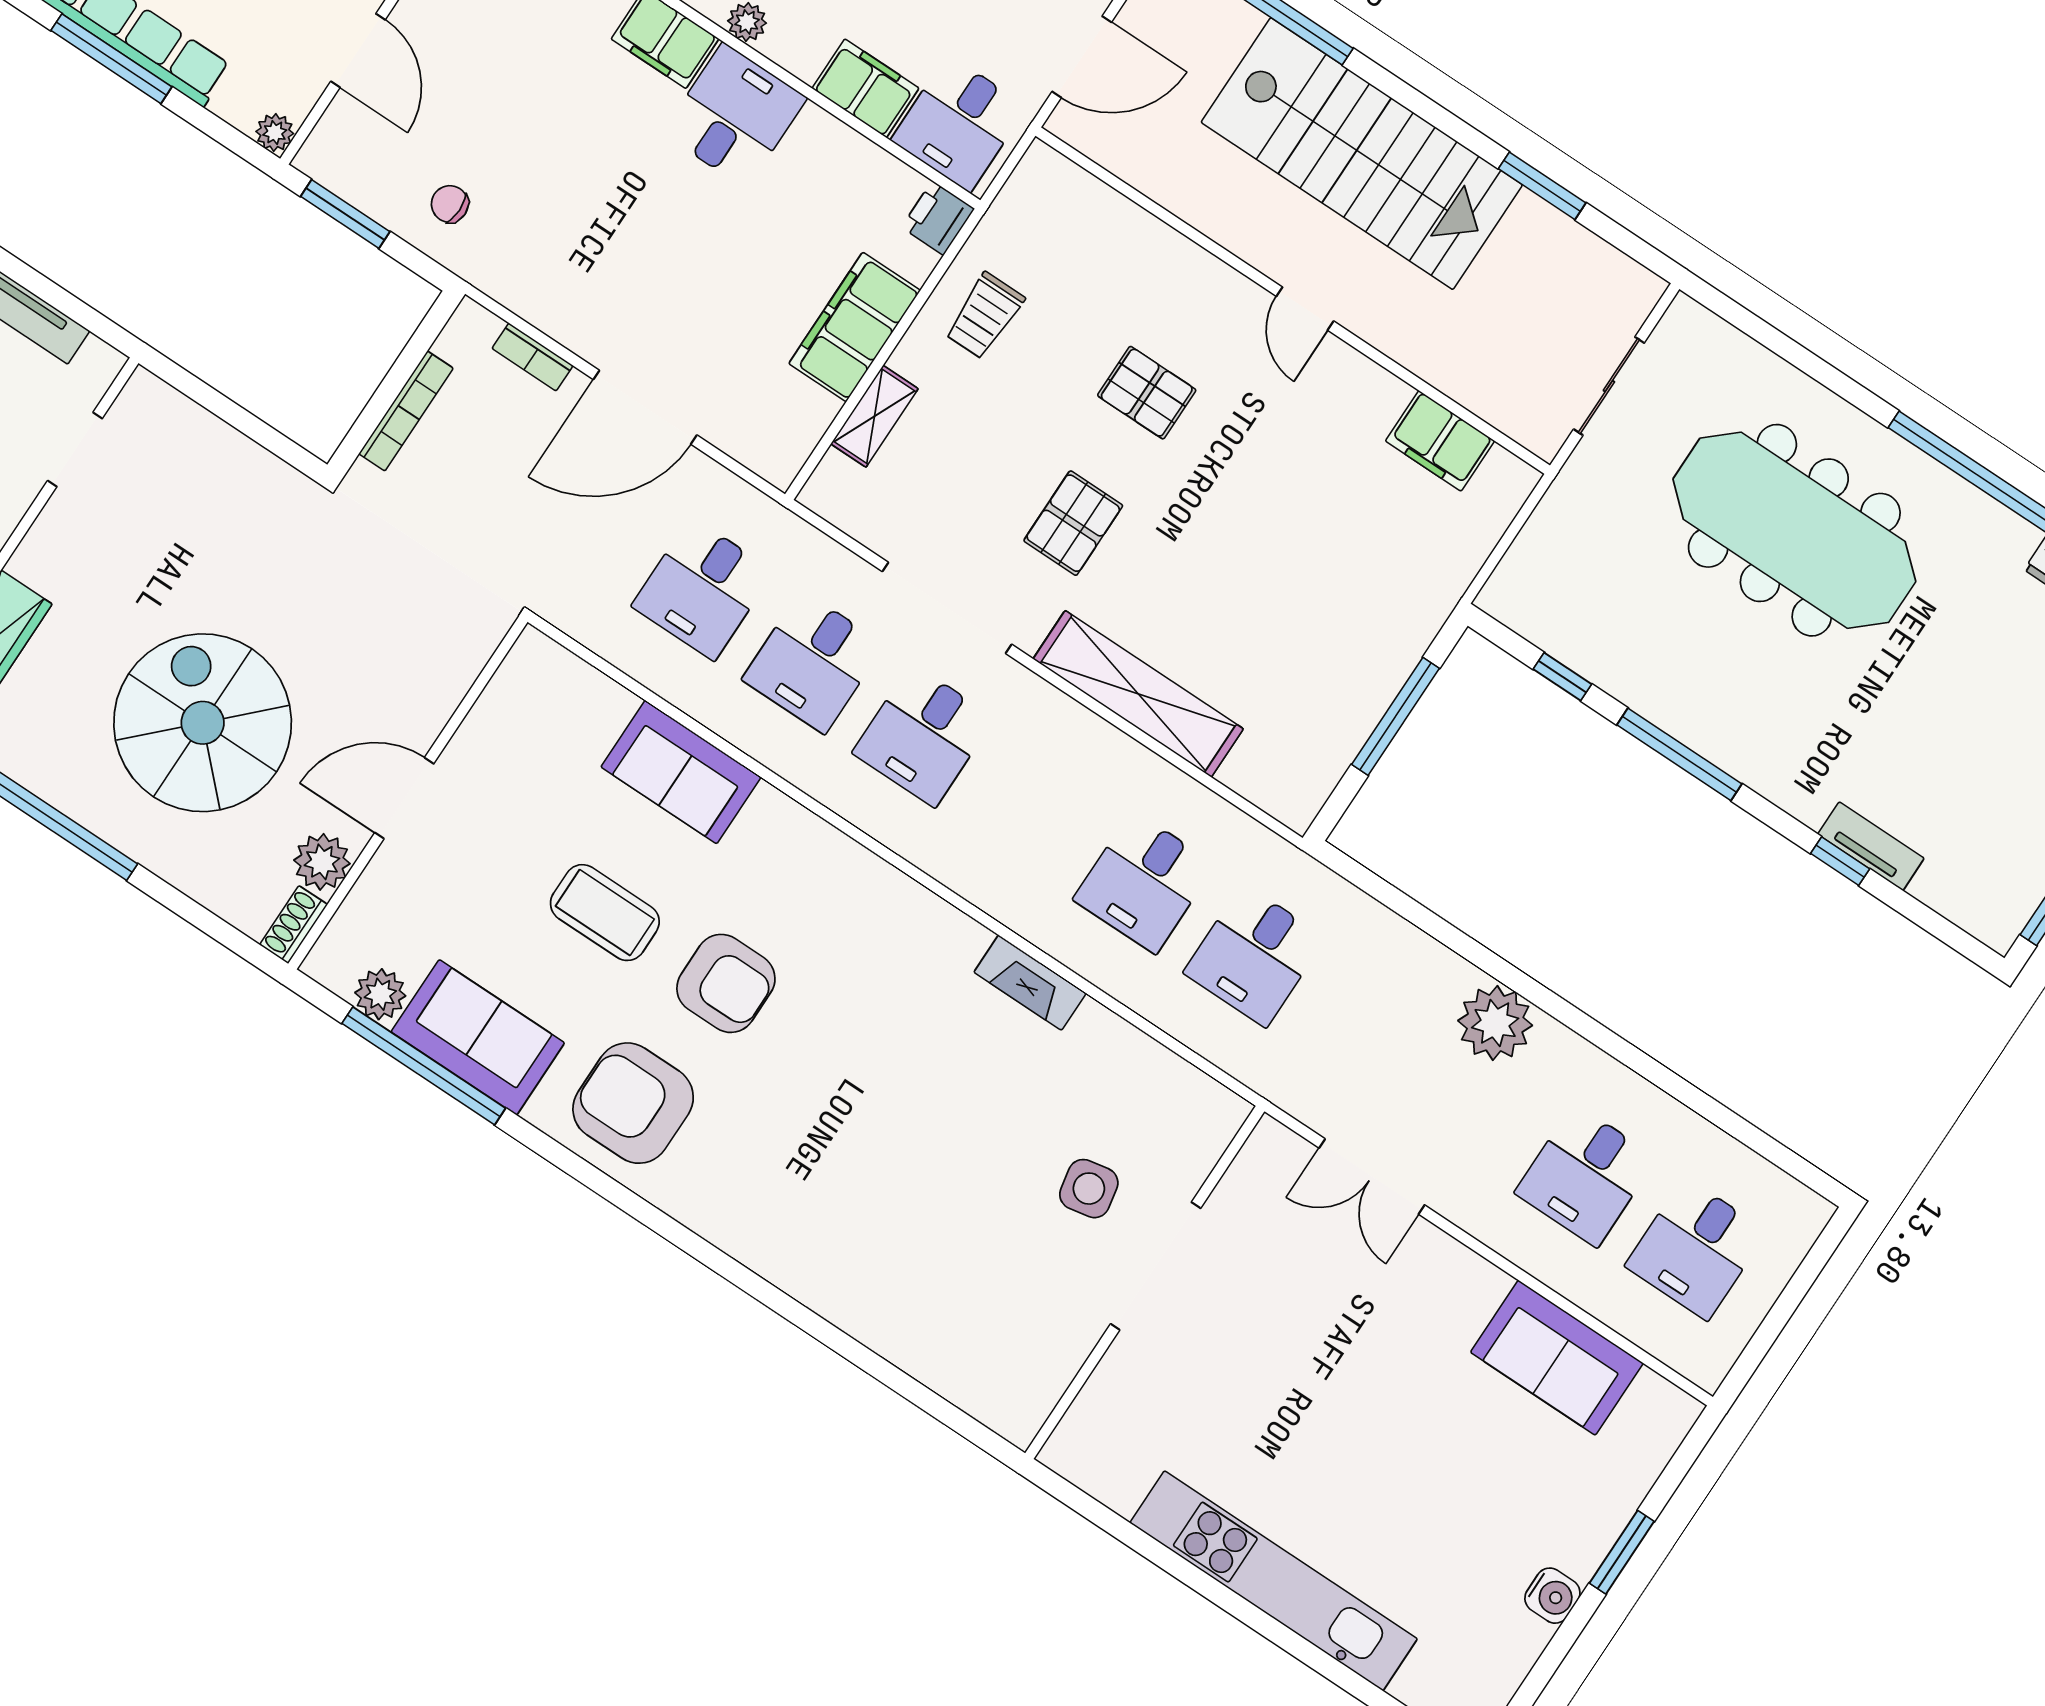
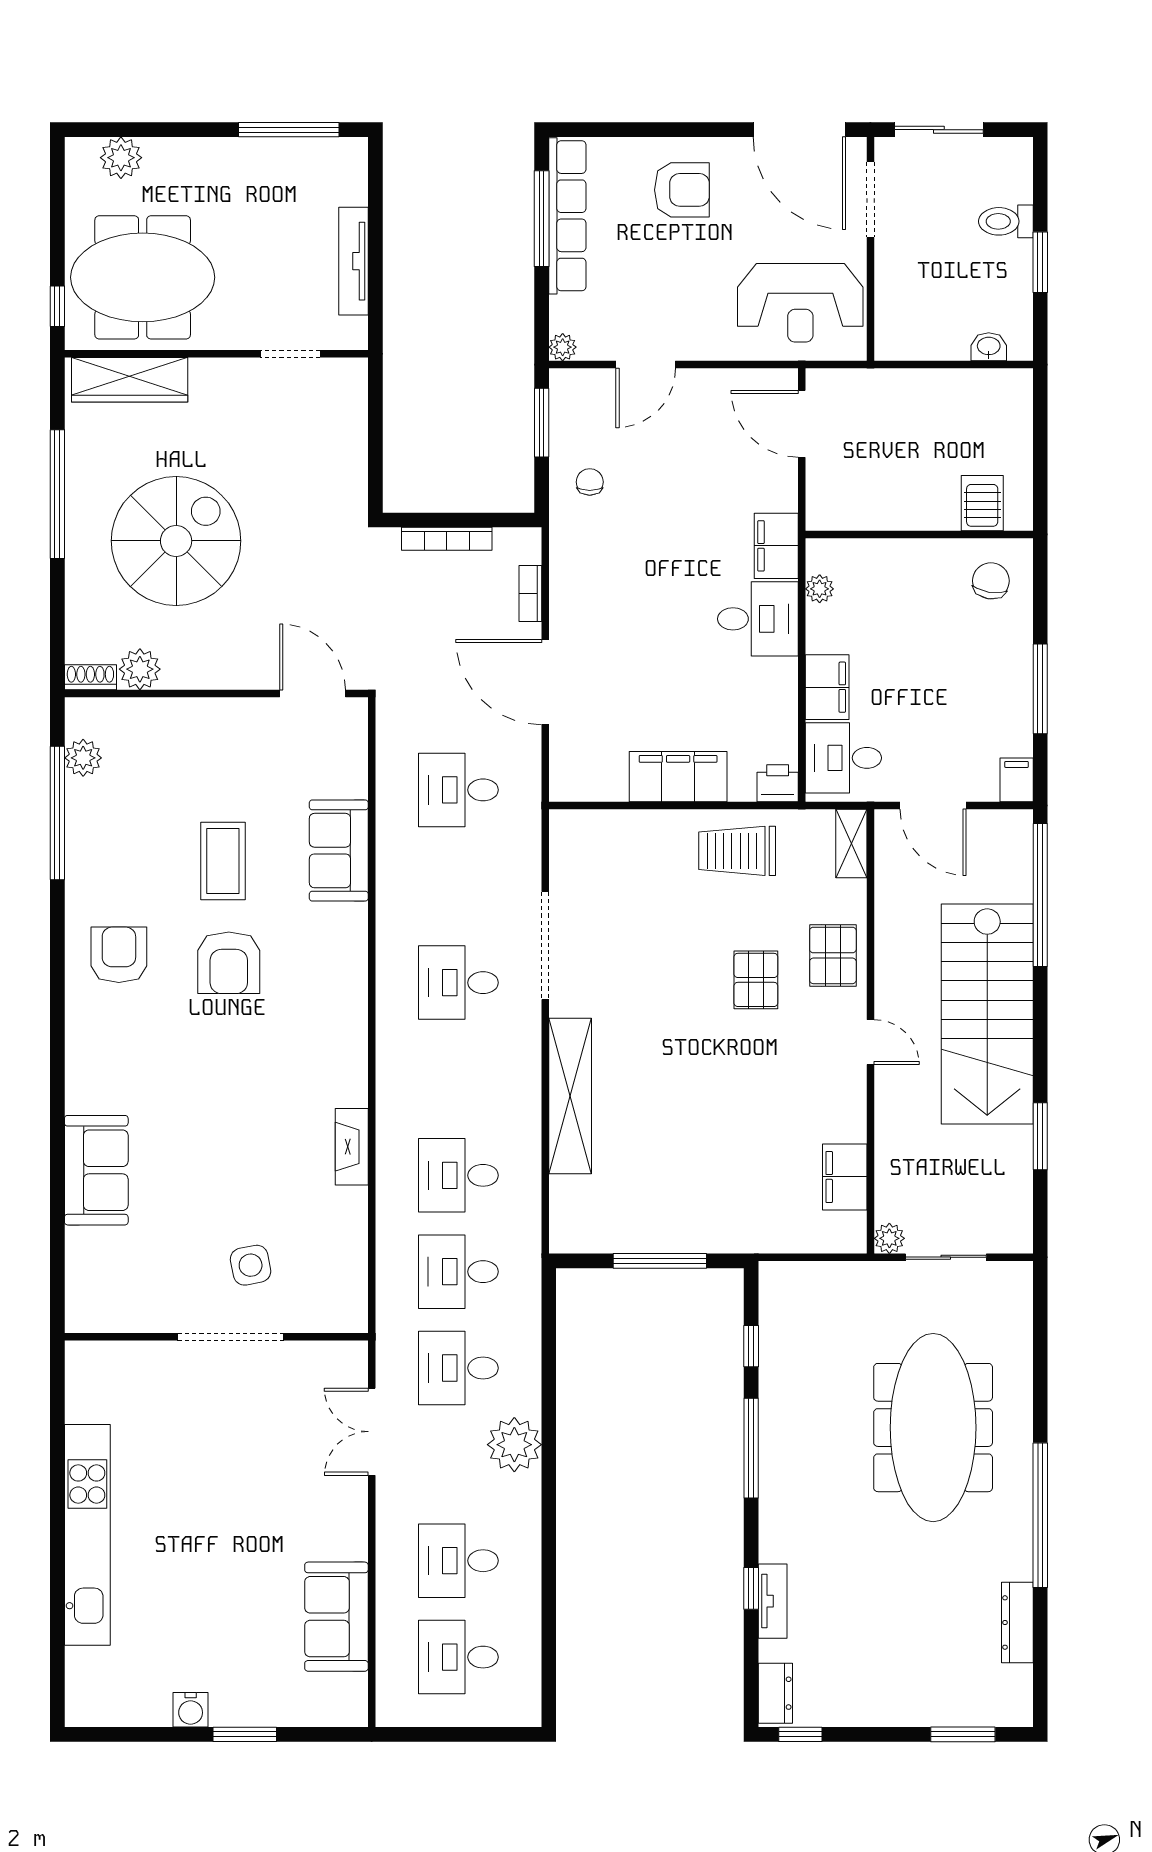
door: (1305, 309) -> (870, 1042), swing flipped
trolley: (985, 316) -> (737, 851), width x1.36, depth x1.39
shelving: (874, 416) -> (851, 843), moved, turned 90
plant: (1544, 436) -> (889, 1238), added
pallet: (1073, 523) -> (833, 955), moved, turned 90
desk: (813, 662) -> (458, 1368), moved
door: (404, 798) -> (313, 693), moved
dresser: (1979, 913) -> (775, 1693), added
sofa: (478, 1037) -> (96, 1170), moved
armchair: (633, 1103) -> (119, 955), width x0.73, depth x0.73

